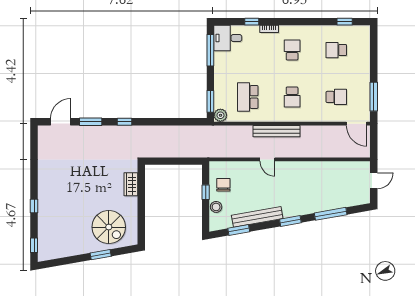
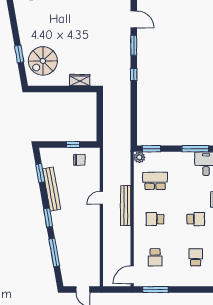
stool: (216, 207) -> (60, 154), removed

